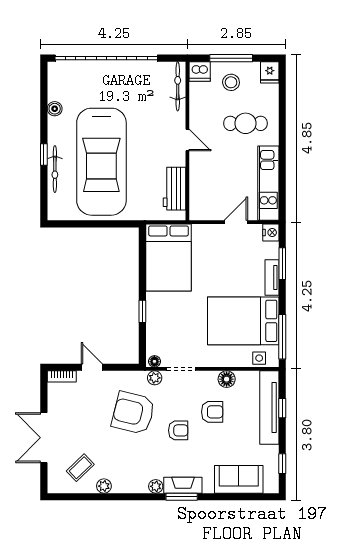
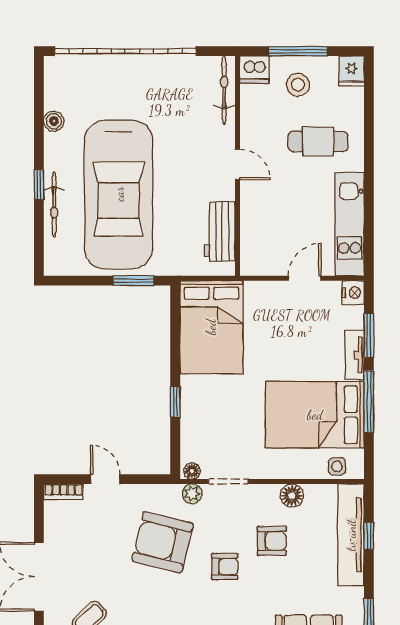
window: (112, 224) -> (134, 281), added
window: (282, 337) -> (369, 402), moved

